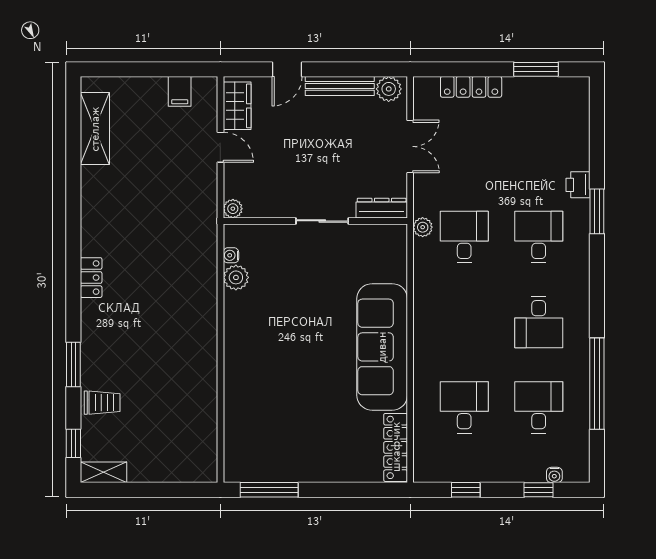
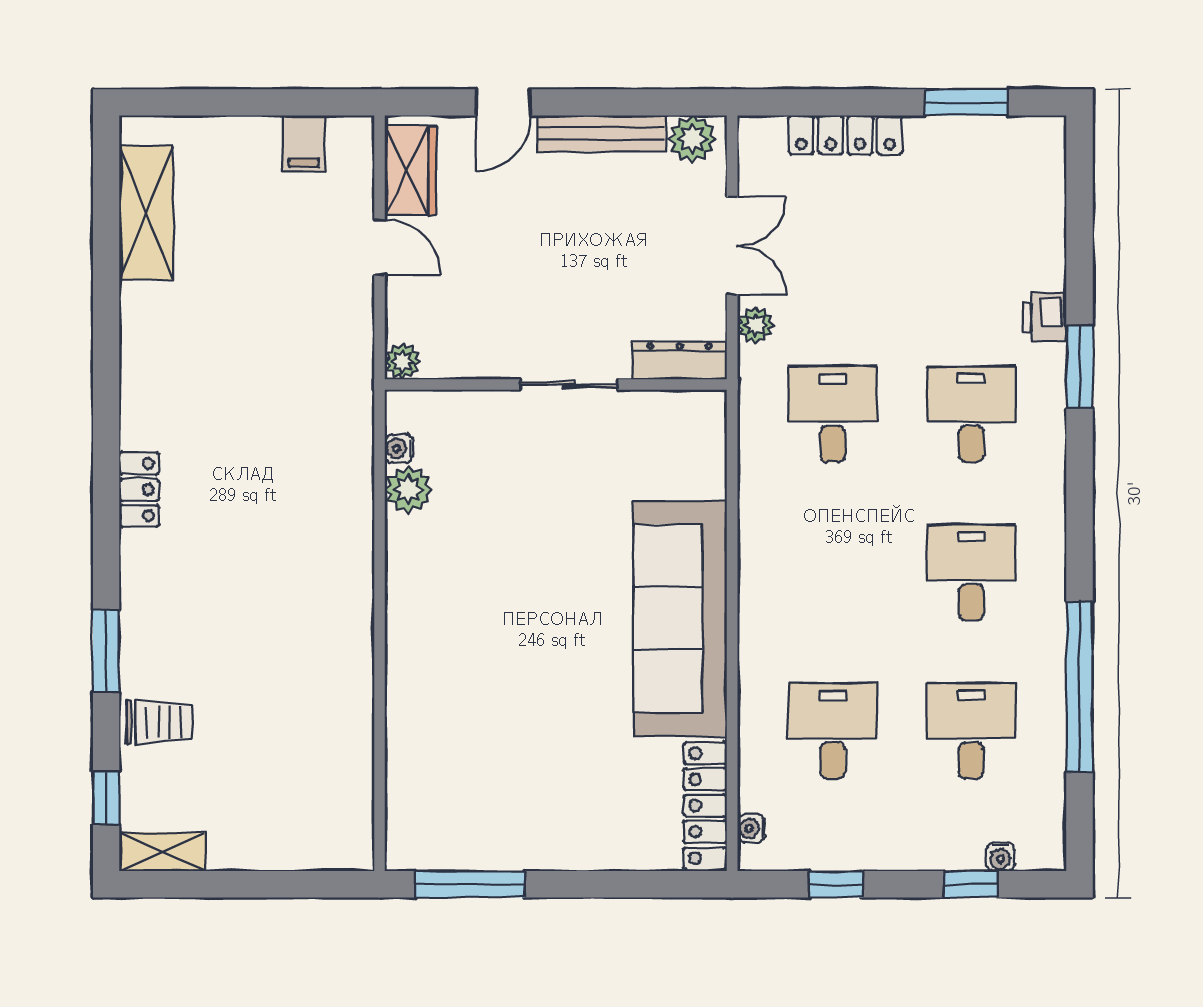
plant: (423, 227) -> (756, 325), moved
desk: (539, 322) -> (971, 573), turned 180
water cooler: (420, 460) -> (751, 828), added

